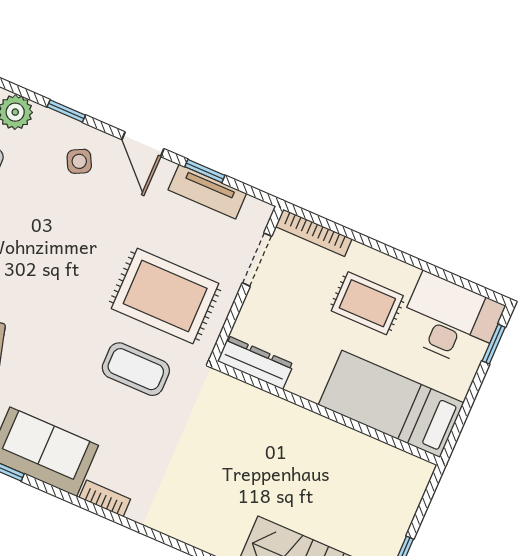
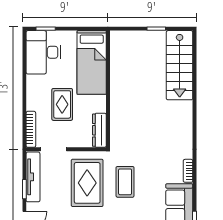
tv unit: (207, 192) -> (33, 177), width x1.41
rug: (367, 303) -> (62, 104), moved

